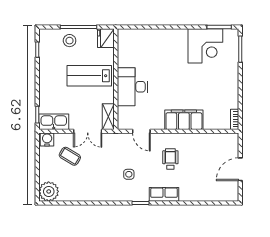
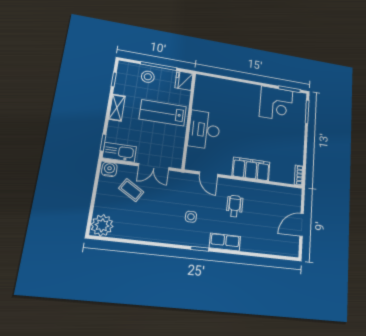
shelving: (108, 117) -> (117, 108), moved

